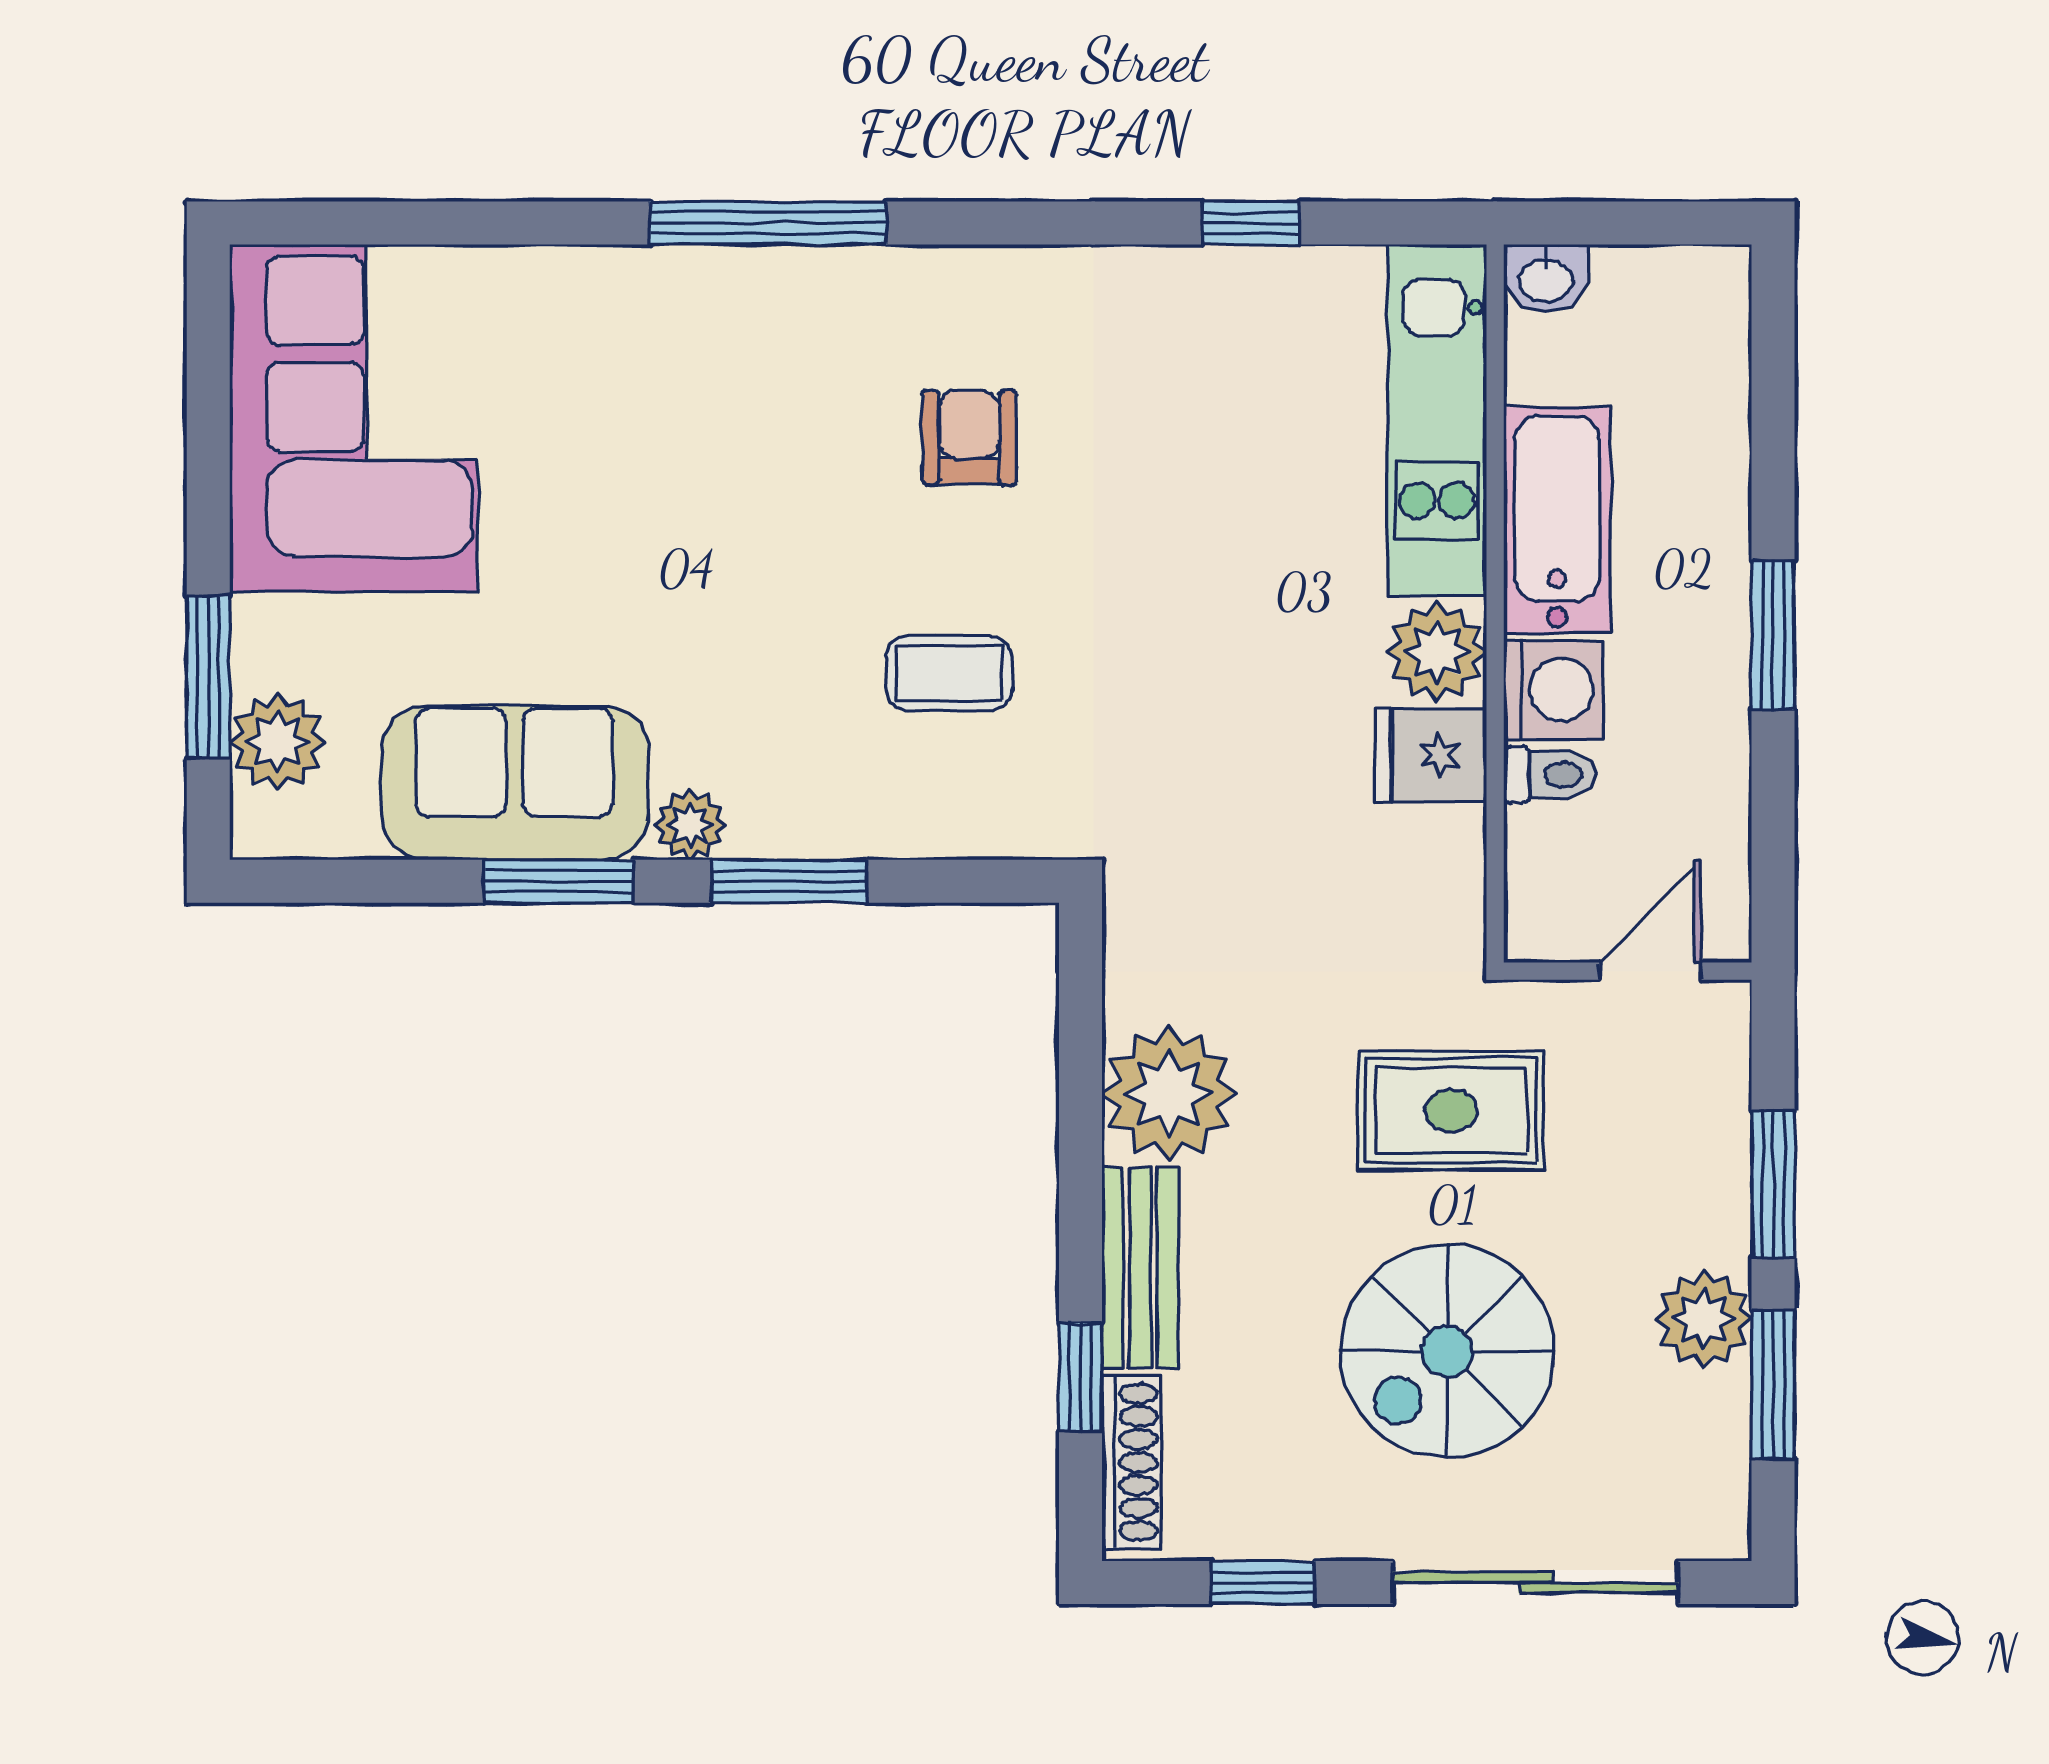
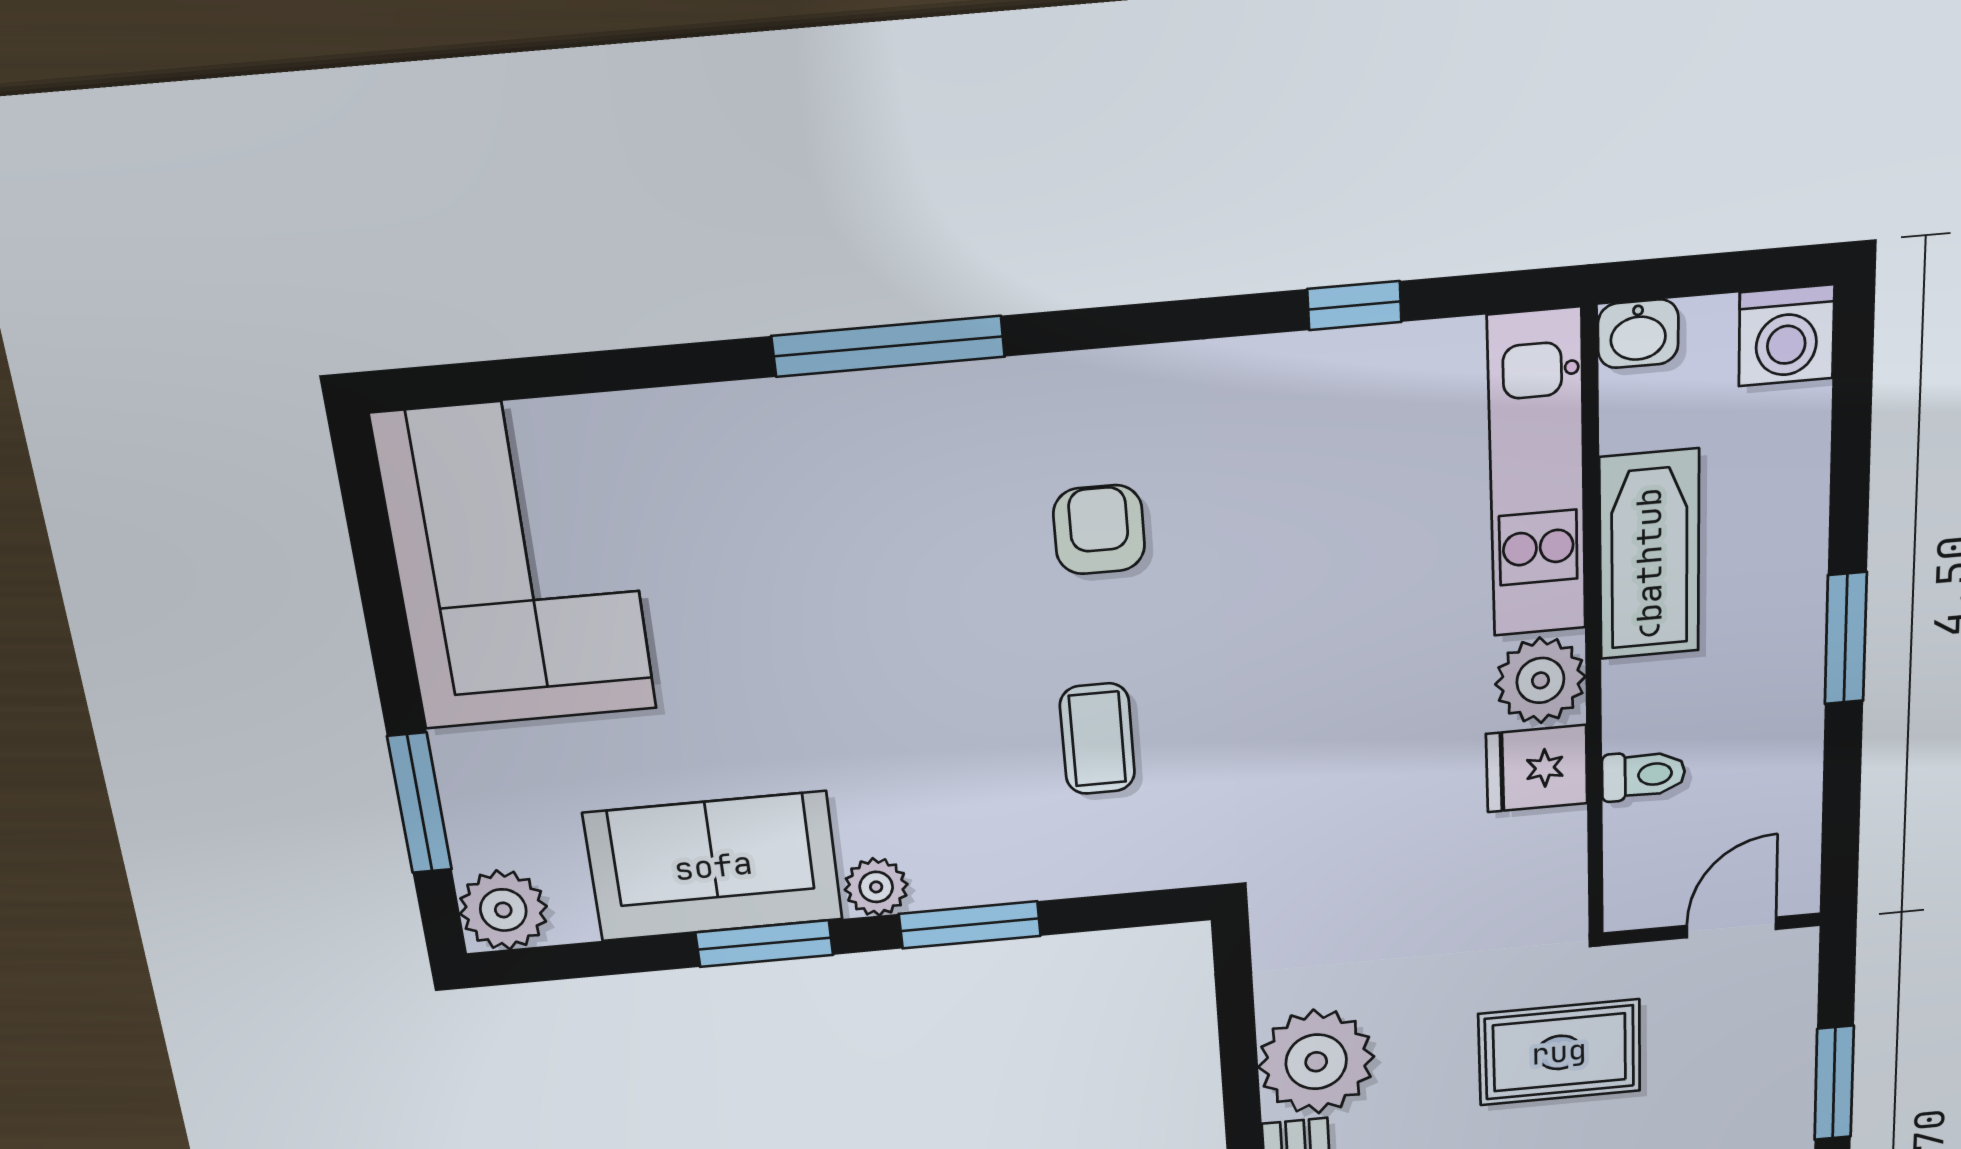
coffee table: (949, 673) -> (1097, 739), turned 90
washing machine: (1553, 690) -> (1786, 335), moved, turned 90
plant: (278, 742) -> (503, 910), moved

